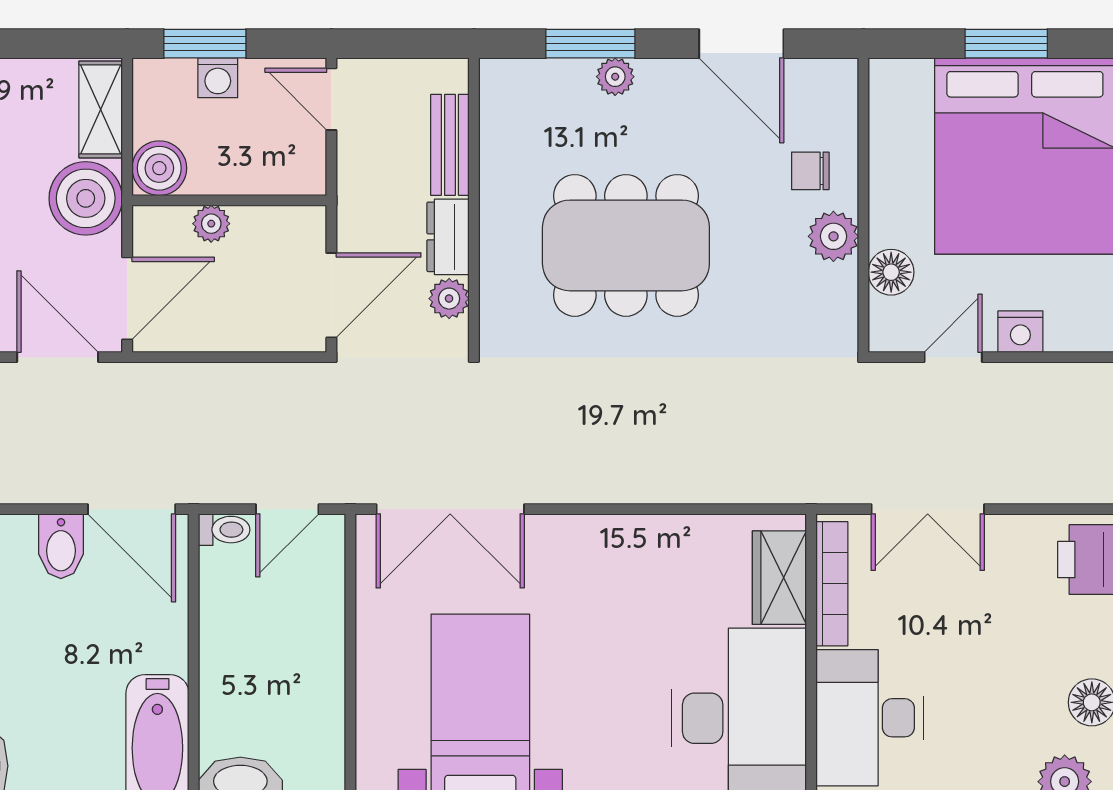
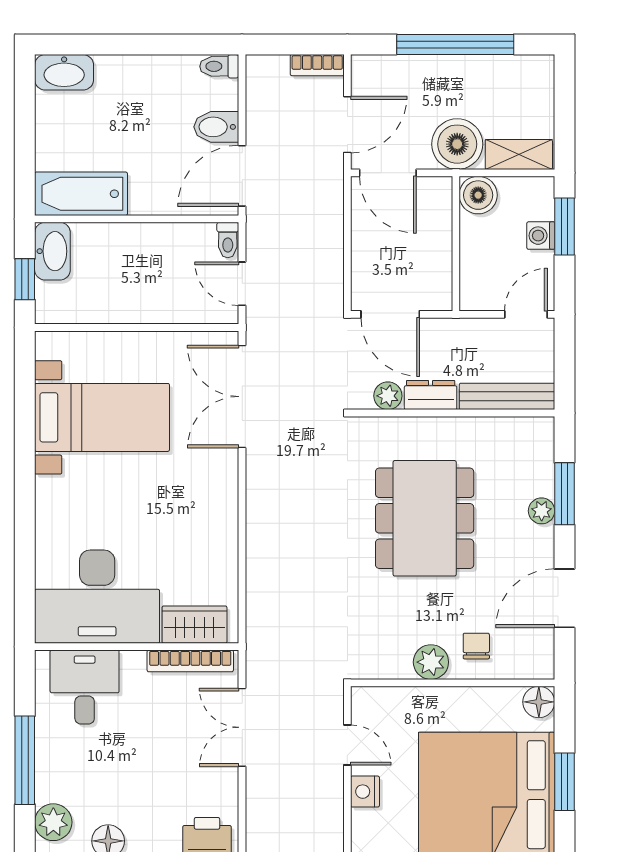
bench: (450, 145) -> (507, 396), width x1.36
plant: (211, 224) -> (440, 231), removed
floor lamp: (891, 272) -> (539, 702), moved
desk: (869, 718) -> (85, 687), width x0.73

